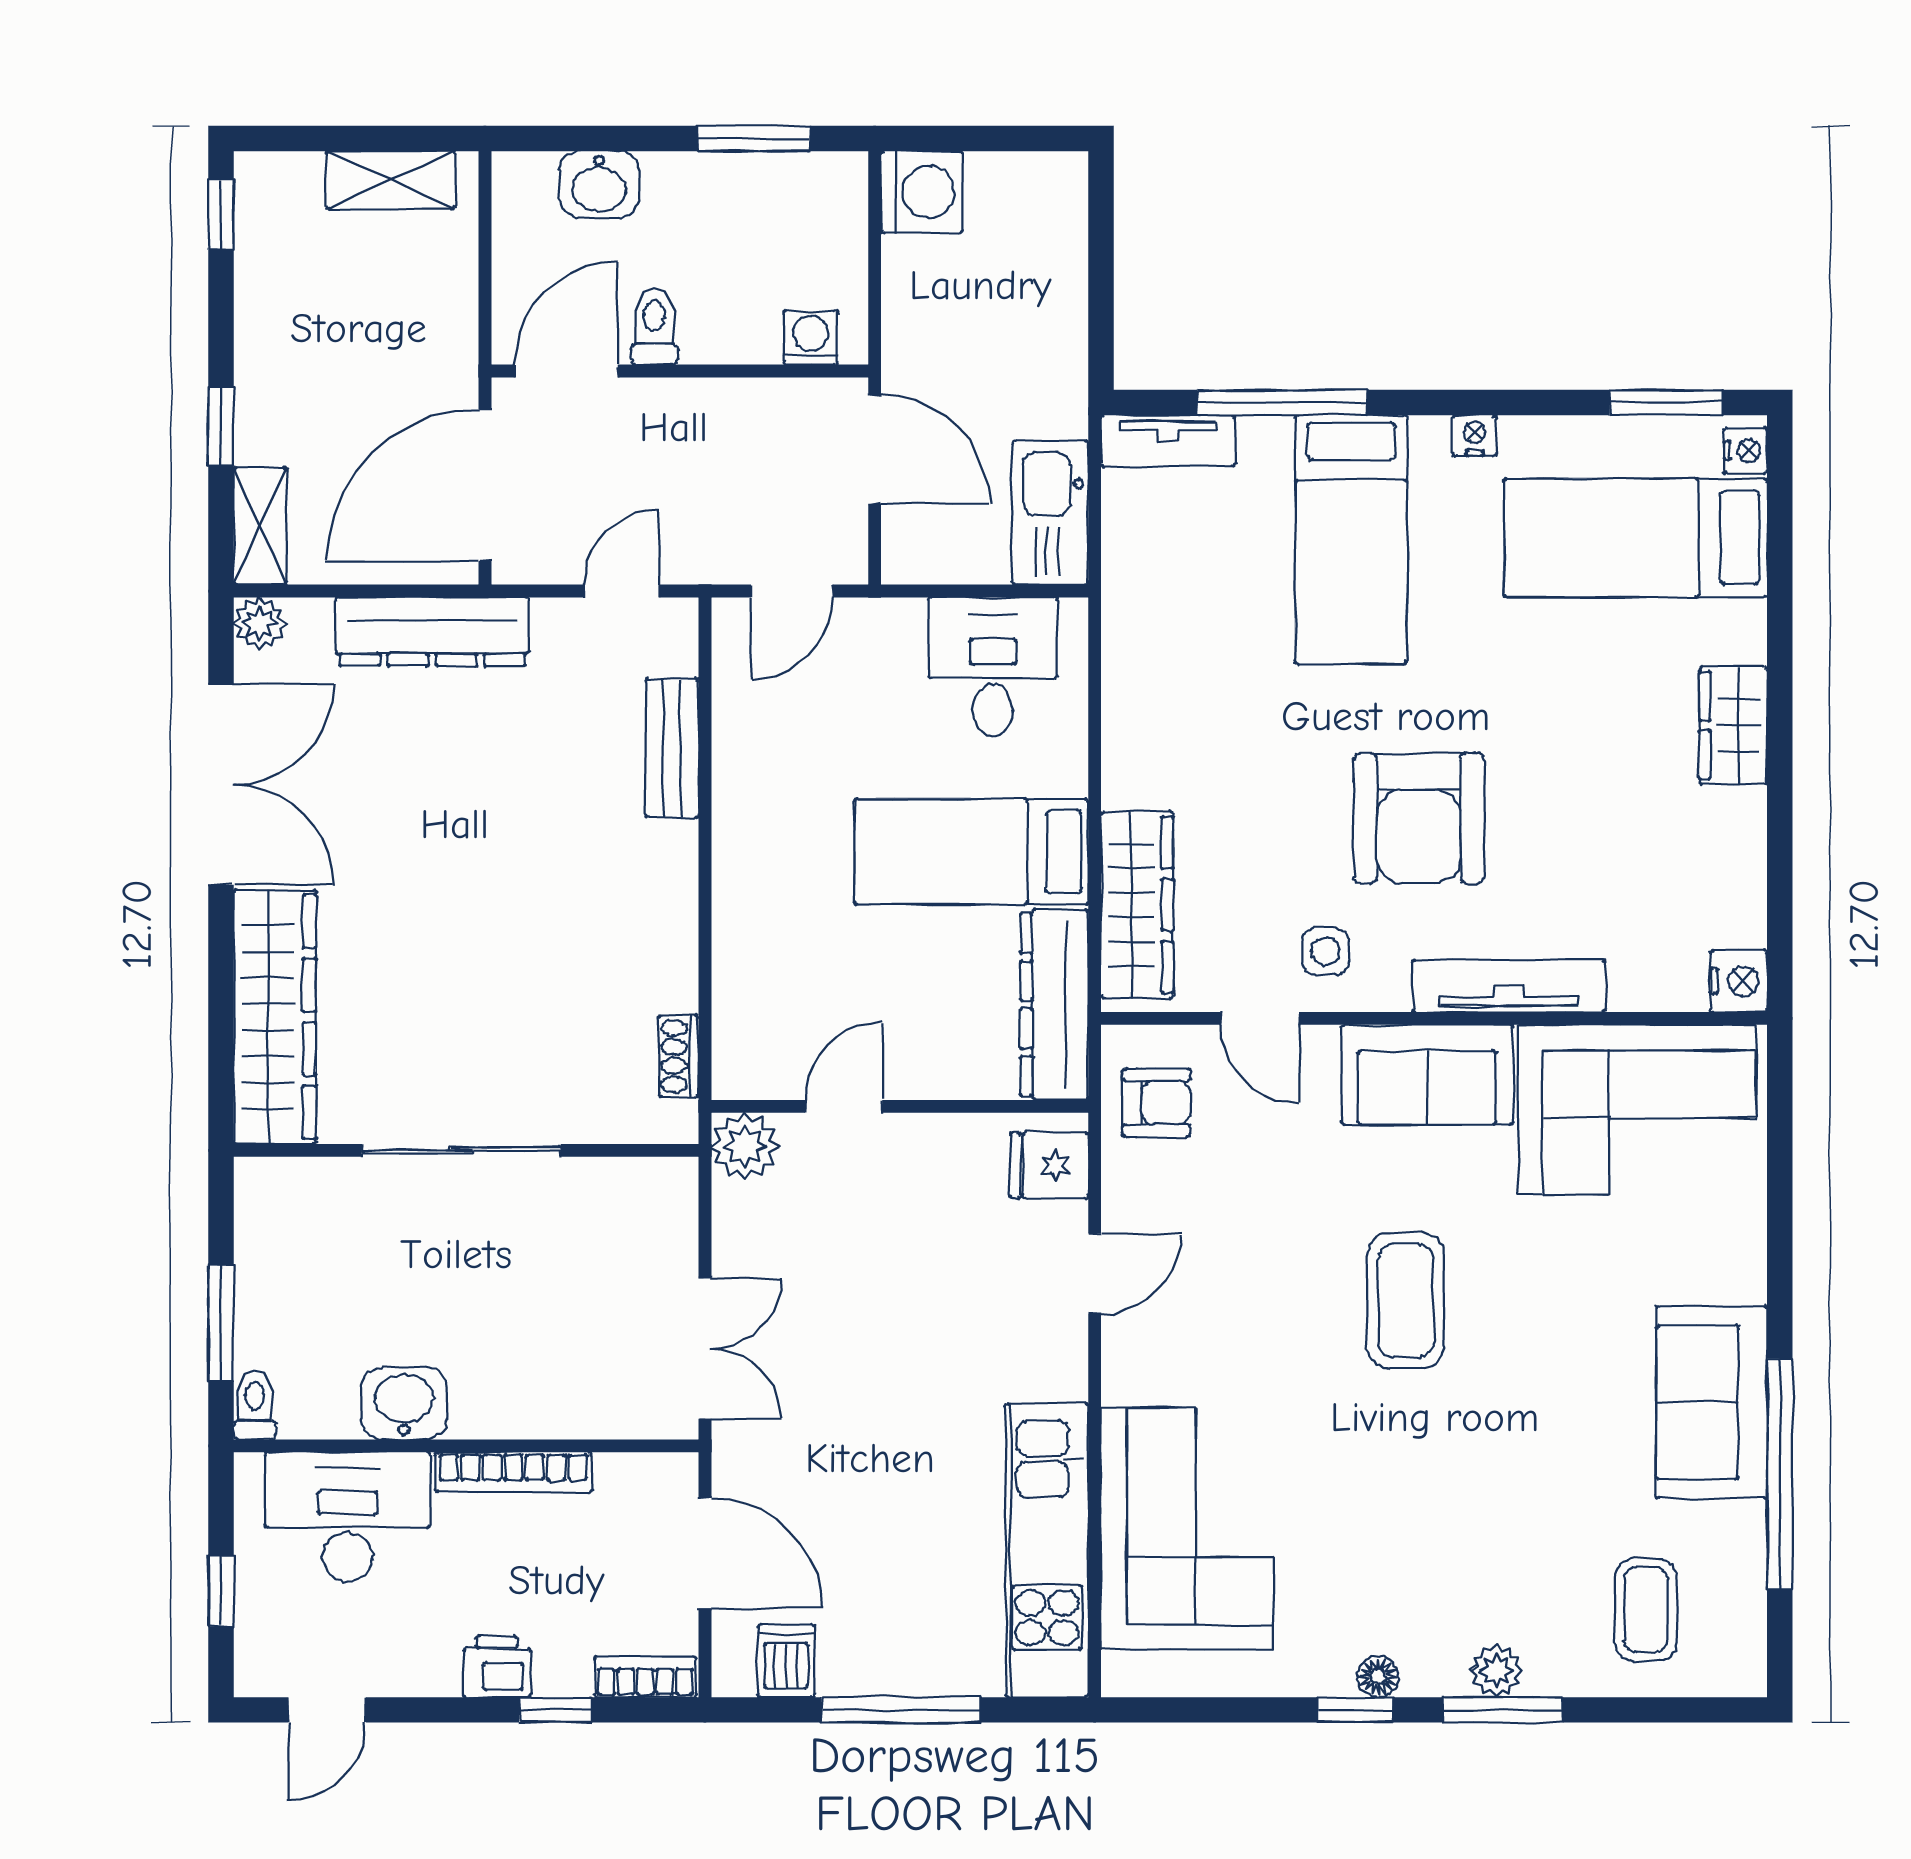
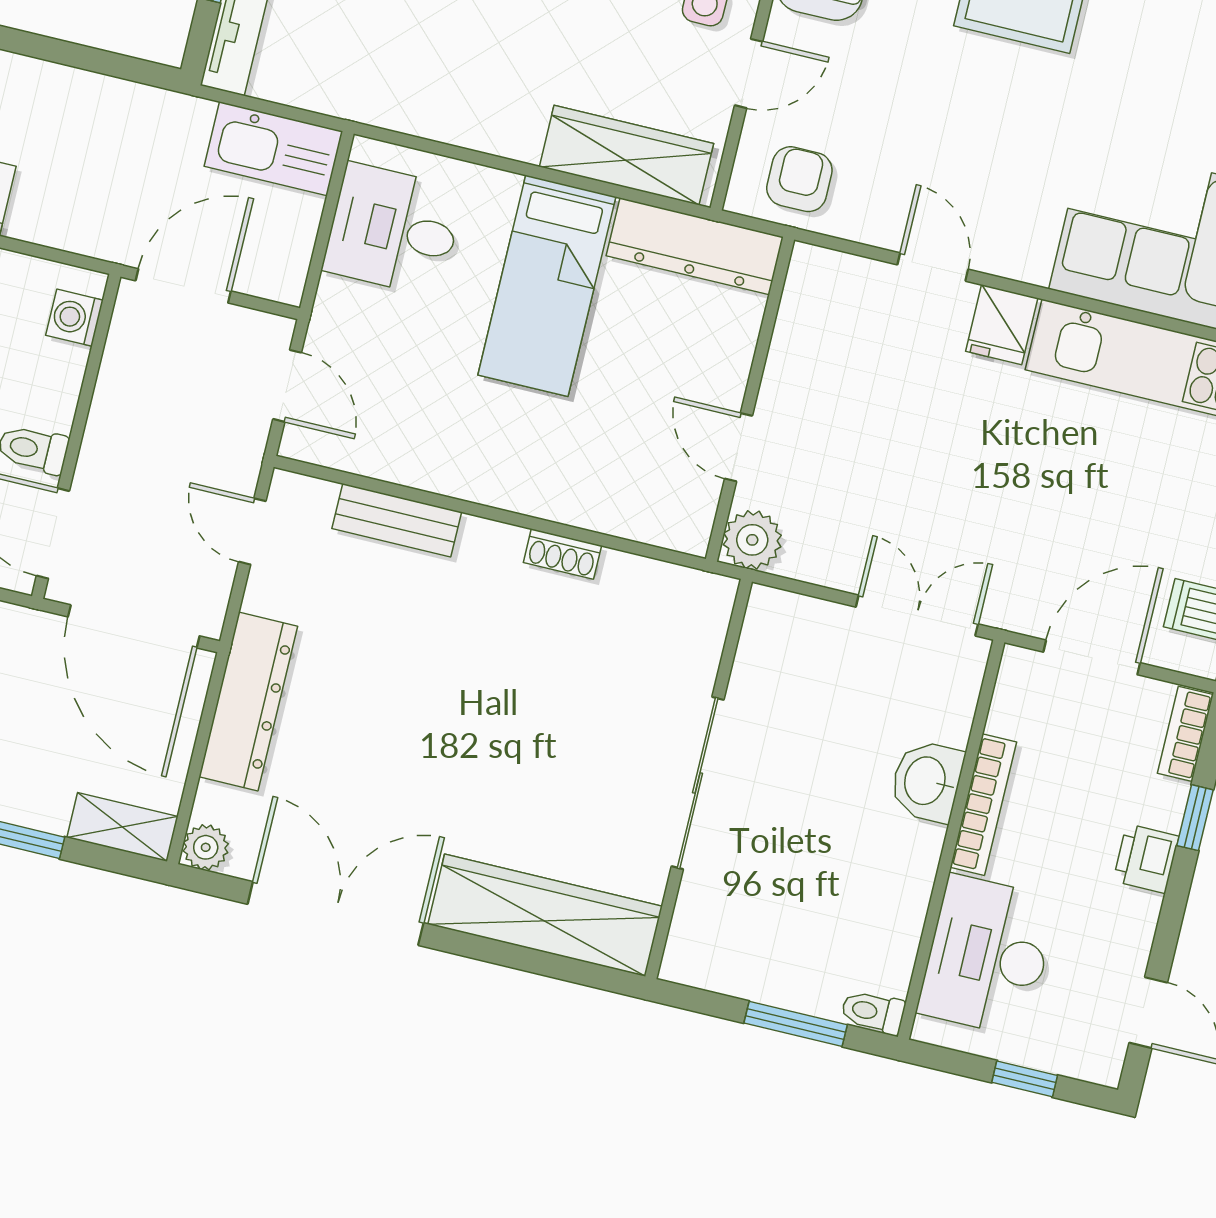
shoe rack: (679, 1056) -> (562, 554), moved
fridge: (1049, 1165) -> (1002, 325), moved
washbasin: (404, 1403) -> (927, 781), moved

